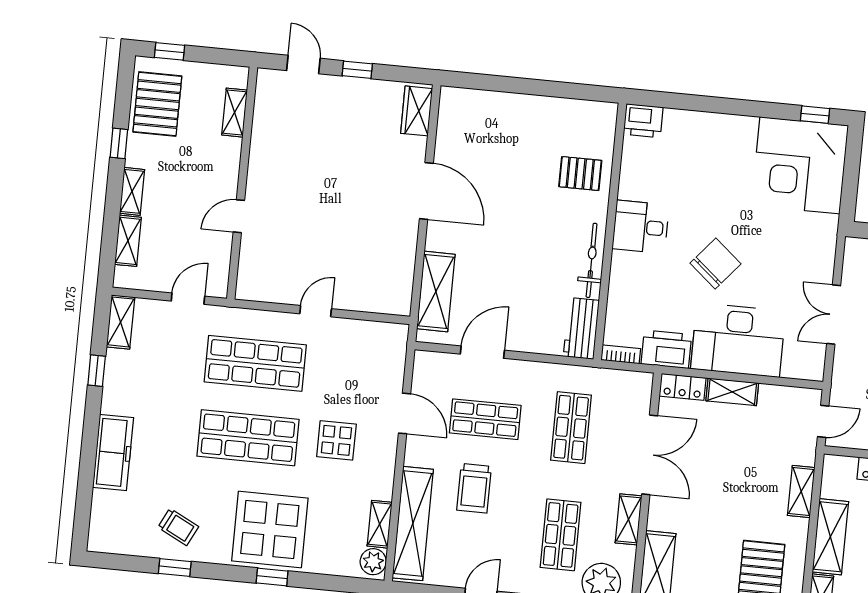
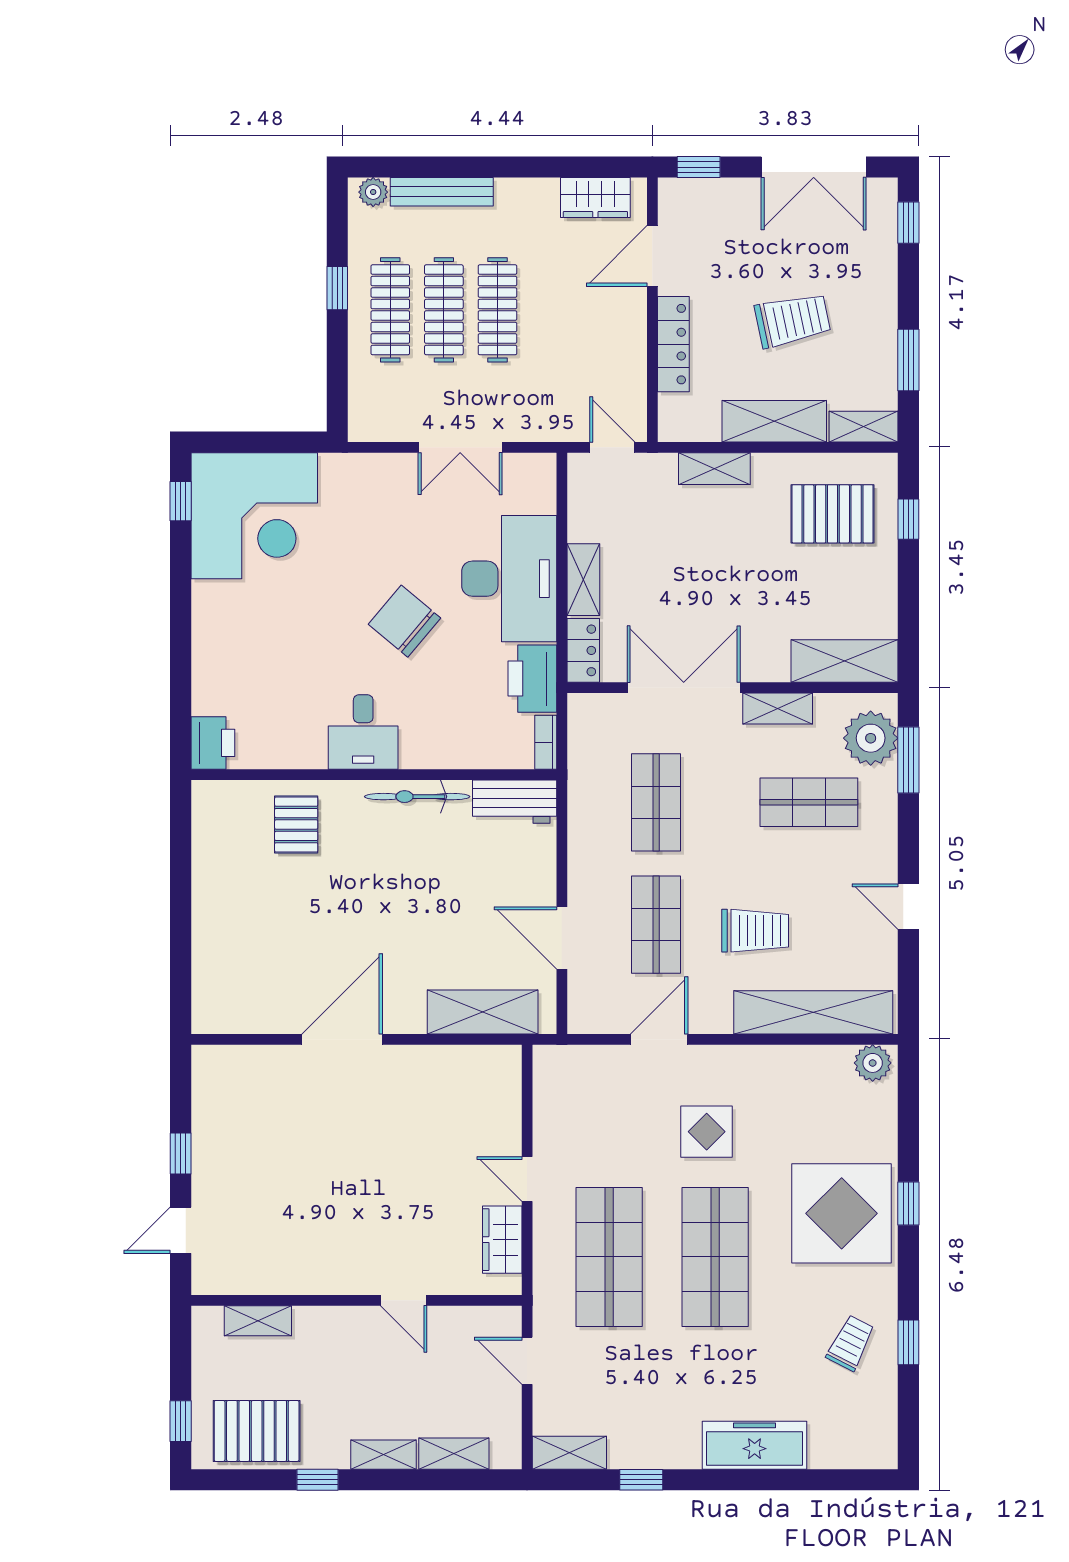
wardrobe: (417, 111) -> (502, 1240), moved, turned 90
shop shelf: (571, 428) -> (656, 802), turned 90
shelving: (380, 524) -> (819, 1059), removed

